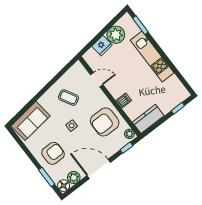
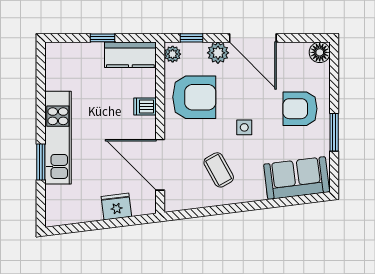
window: (140, 25) -> (41, 162), moved
plant: (116, 35) -> (85, 207), removed
door: (97, 80) -> (160, 165), width x1.88
window: (178, 108) -> (102, 38), moved
window: (47, 177) -> (334, 132), moved
plant: (74, 178) -> (218, 53), moved

